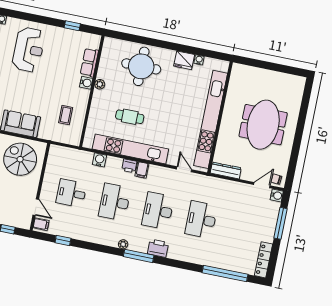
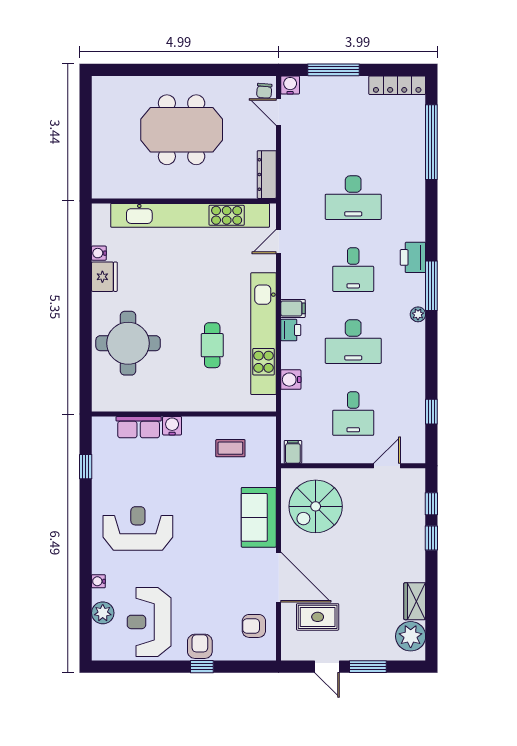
plant: (100, 84) -> (170, 404), removed
desk: (158, 211) -> (353, 270), width x0.73
filing cabinet: (41, 224) -> (293, 452), moved

